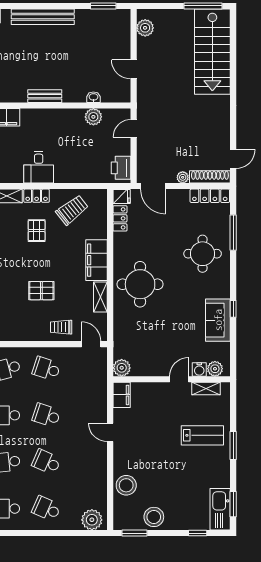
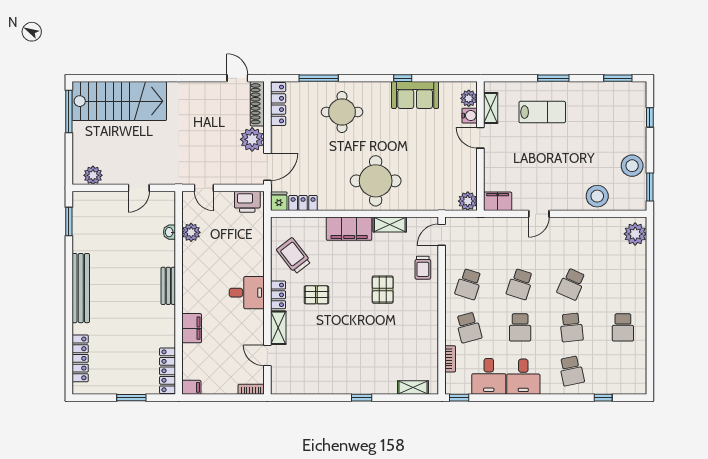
plant: (183, 177) -> (252, 139), width x1.88, depth x1.88
lab bench: (202, 435) -> (542, 112), turned 90
school desk: (46, 509) -> (623, 284), removed
kitchen sink: (220, 509) -> (624, 92), removed

